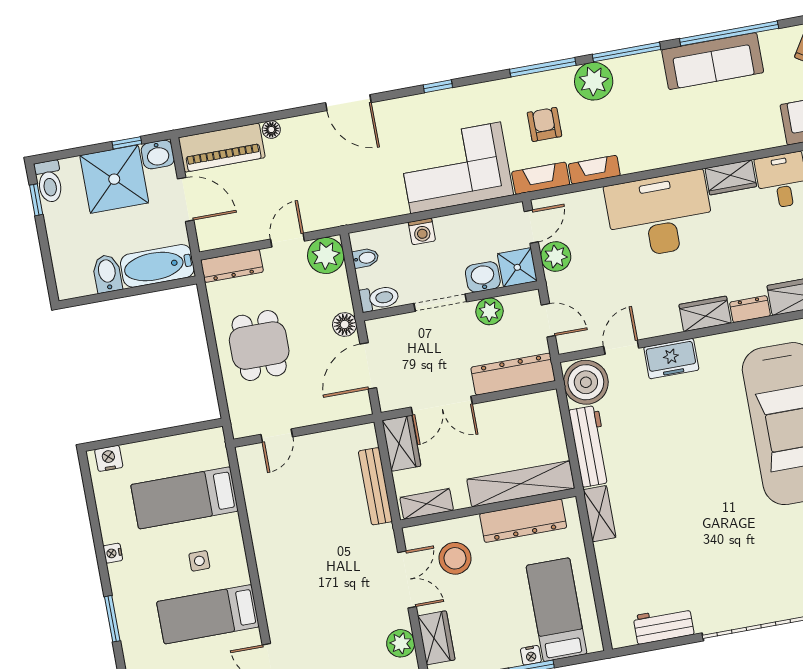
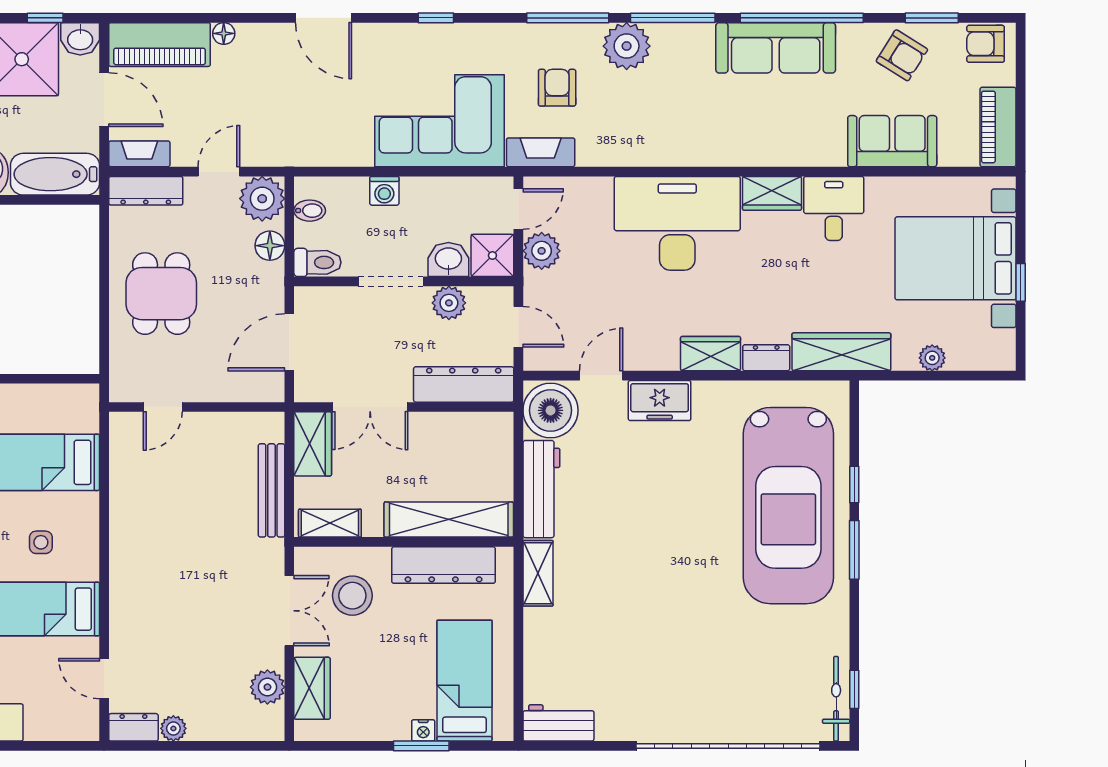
fireplace: (594, 170) -> (139, 154), moved
floor lamp: (345, 325) -> (270, 246), moved
workbench: (663, 625) -> (558, 723), moved

